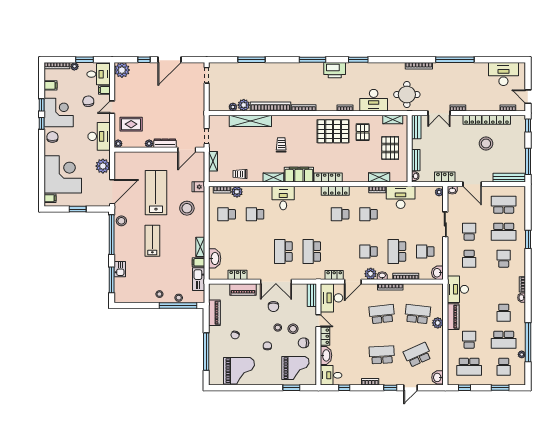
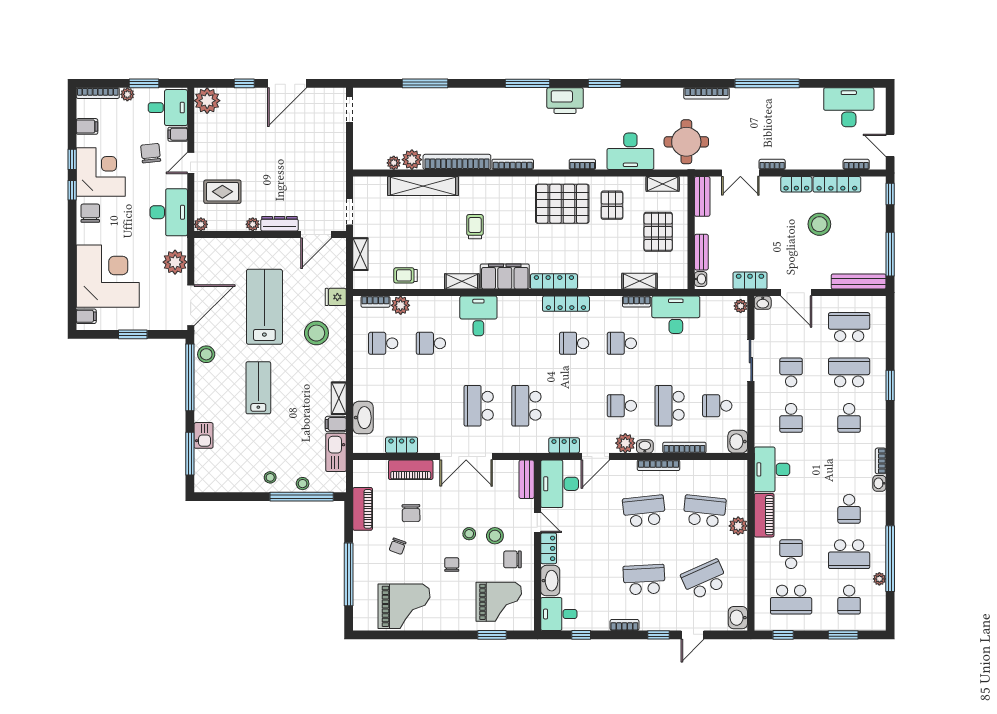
school desk: (504, 232) -> (849, 372), turned 180
school desk: (504, 259) -> (849, 418), turned 180
chair: (273, 307) -> (411, 513), moved

